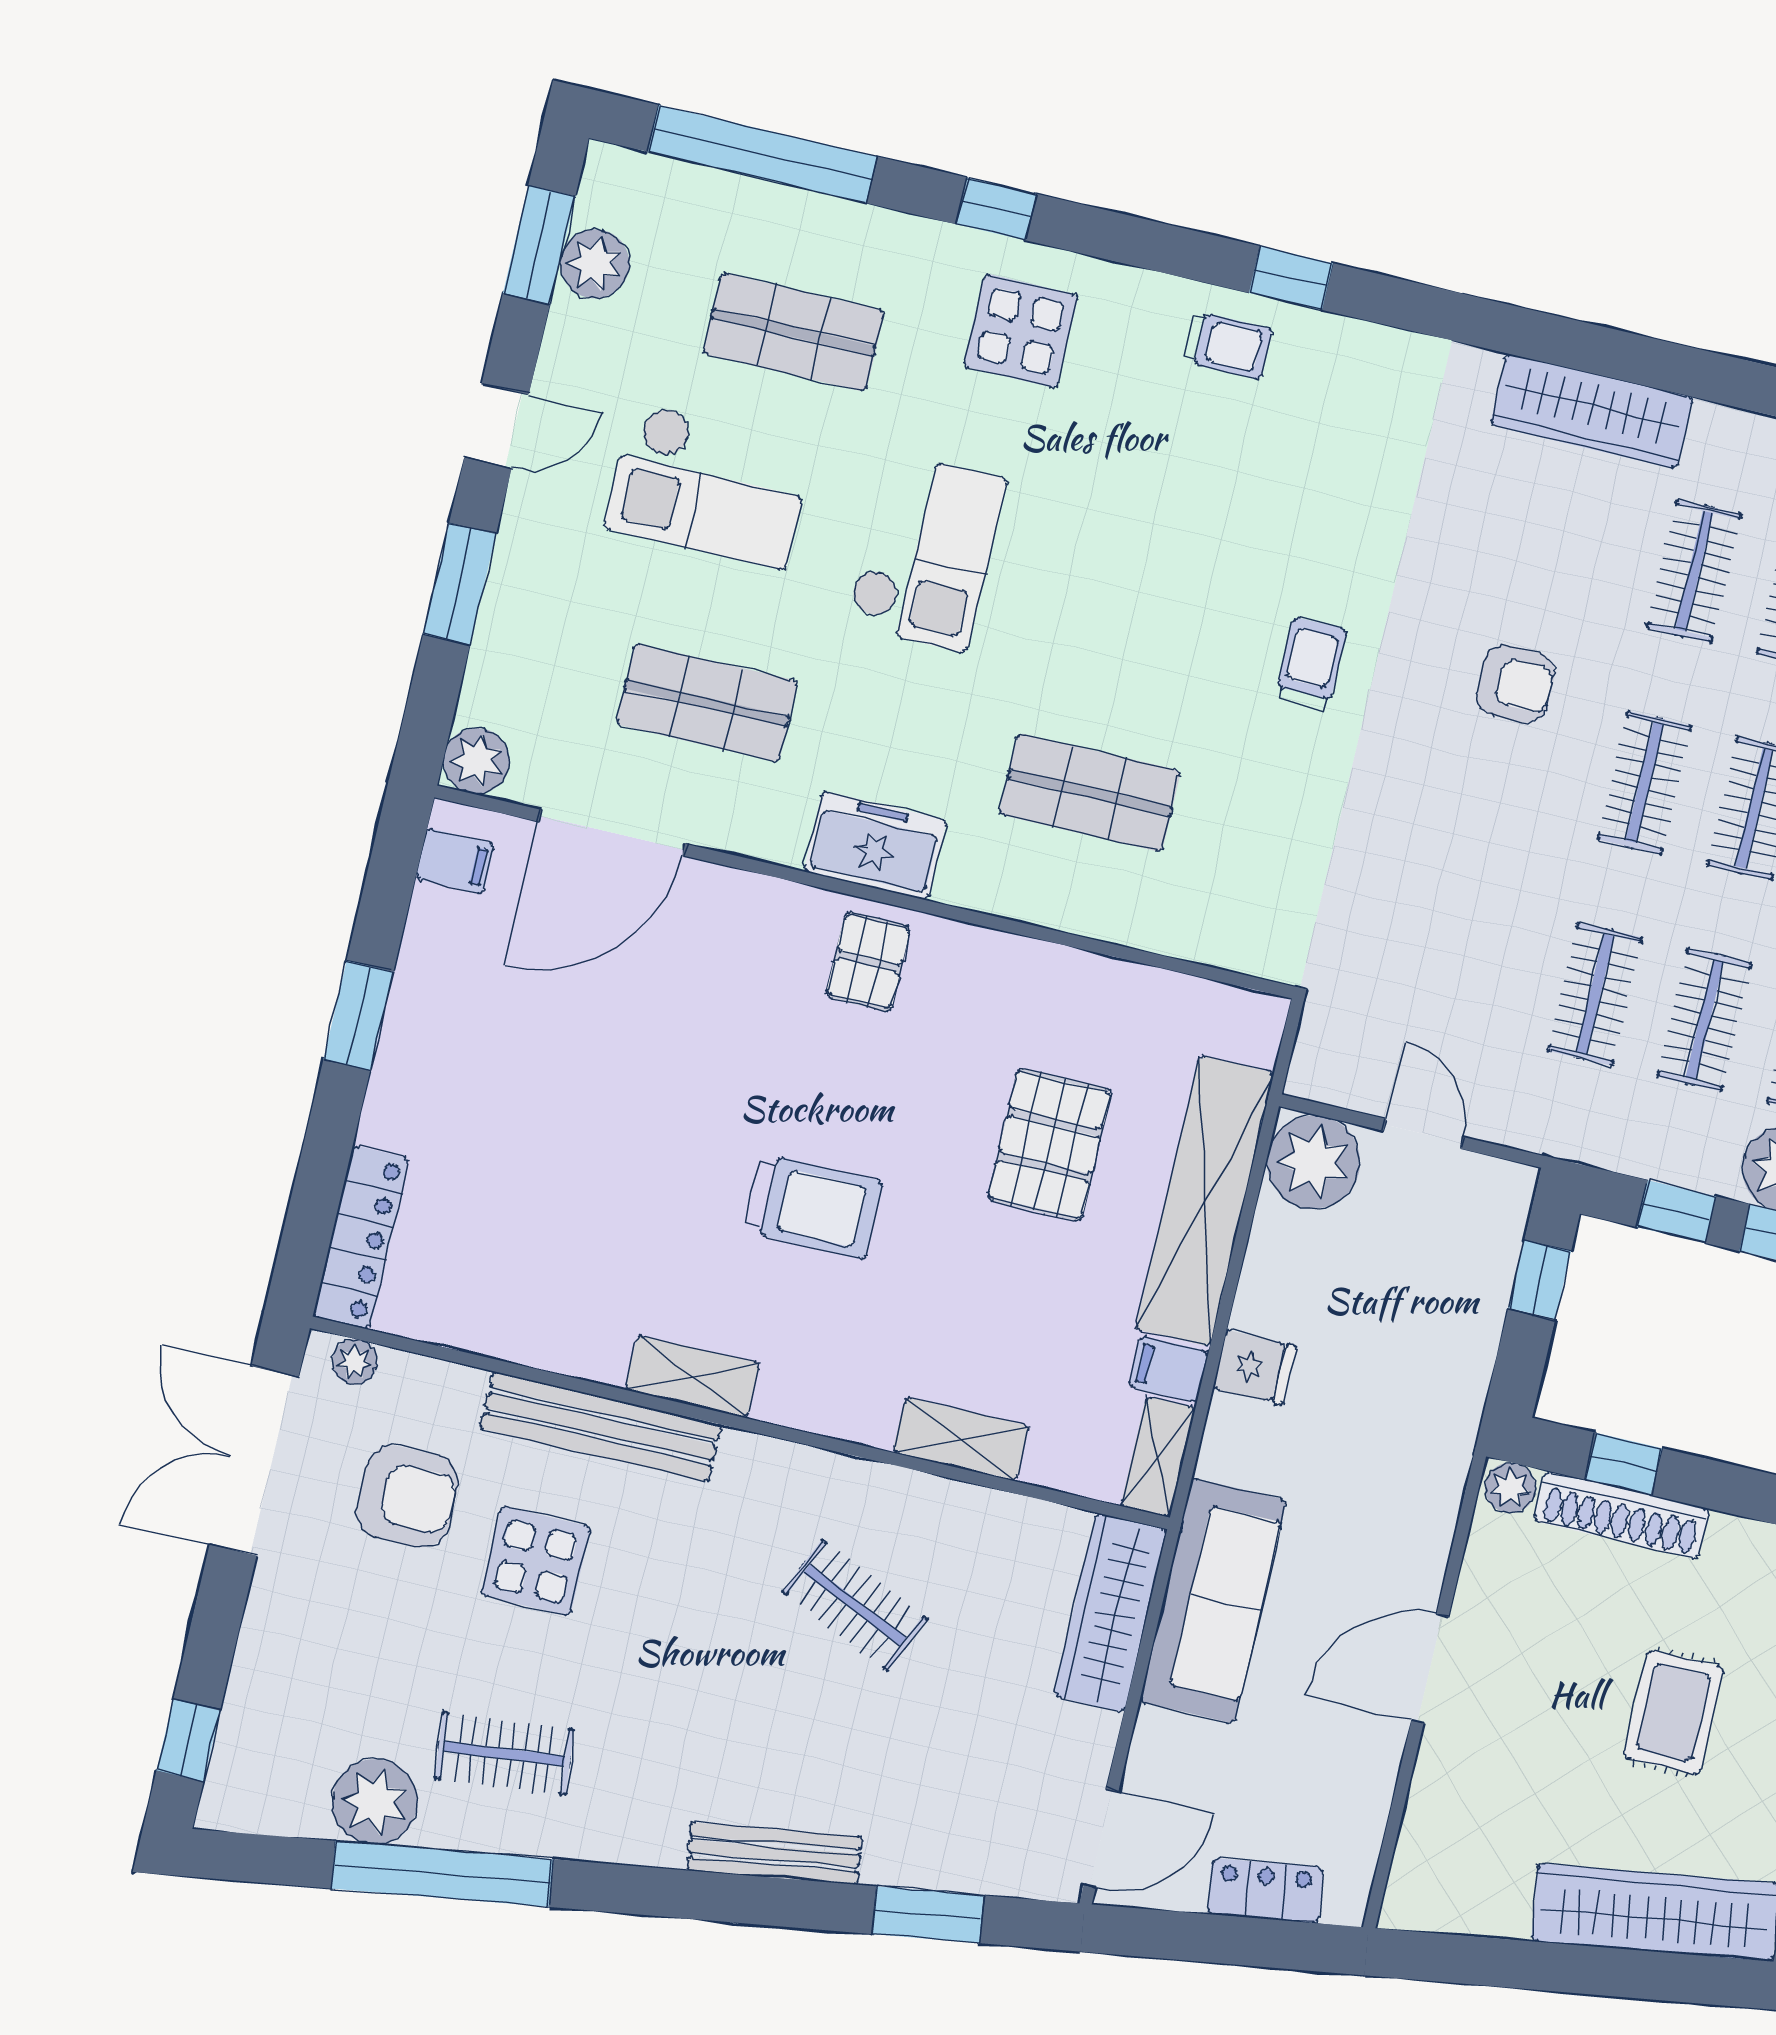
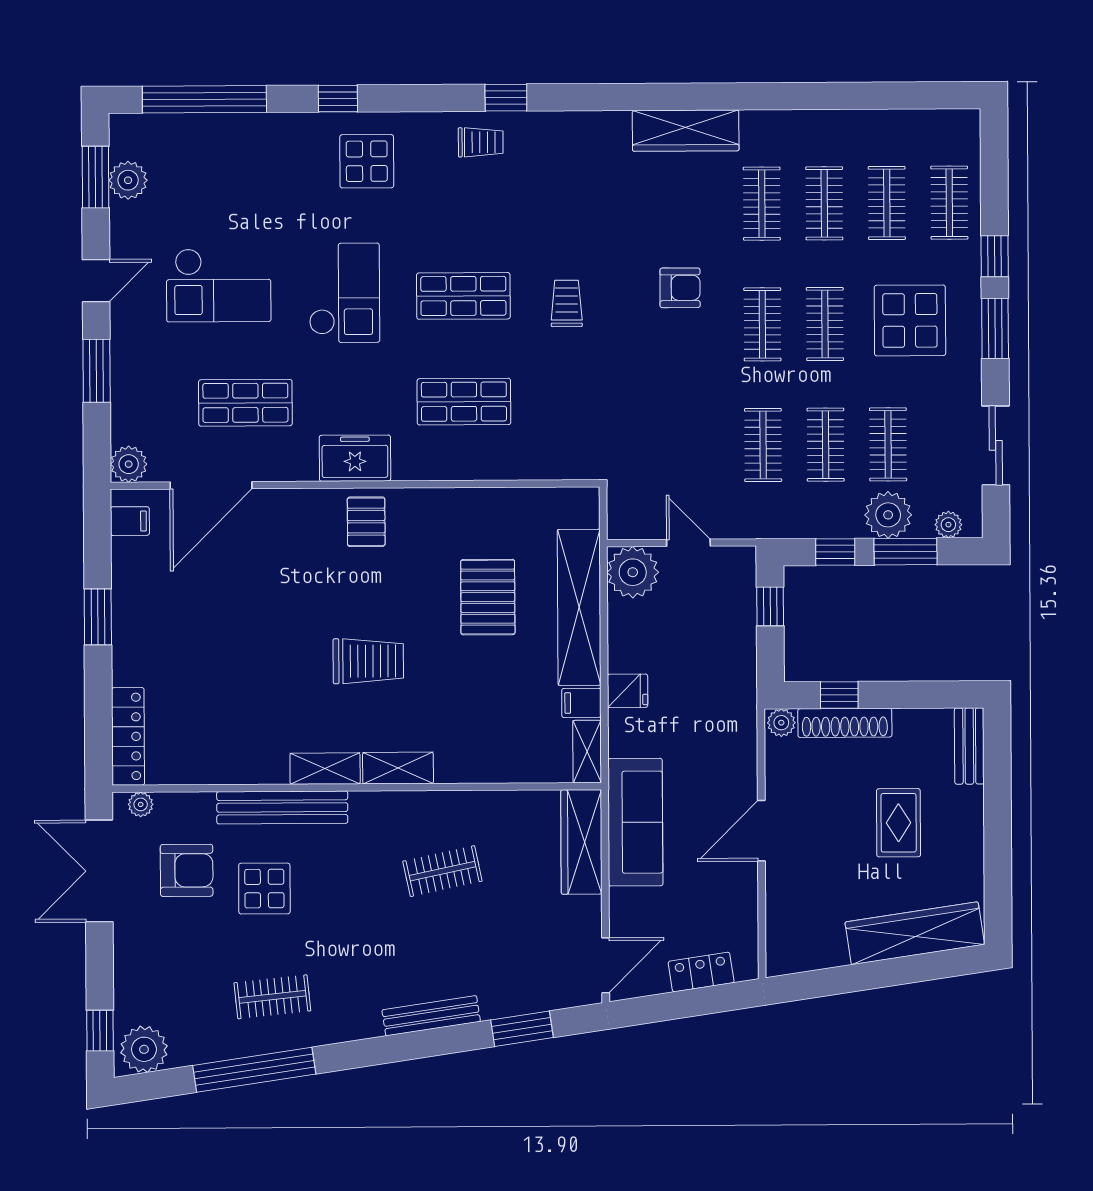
shop shelf: (794, 332) -> (463, 296), moved
shelving: (961, 1439) -> (398, 768), moved
clothes rail: (855, 1605) -> (442, 871), turned -36
plant: (375, 1802) -> (144, 1049), moved

